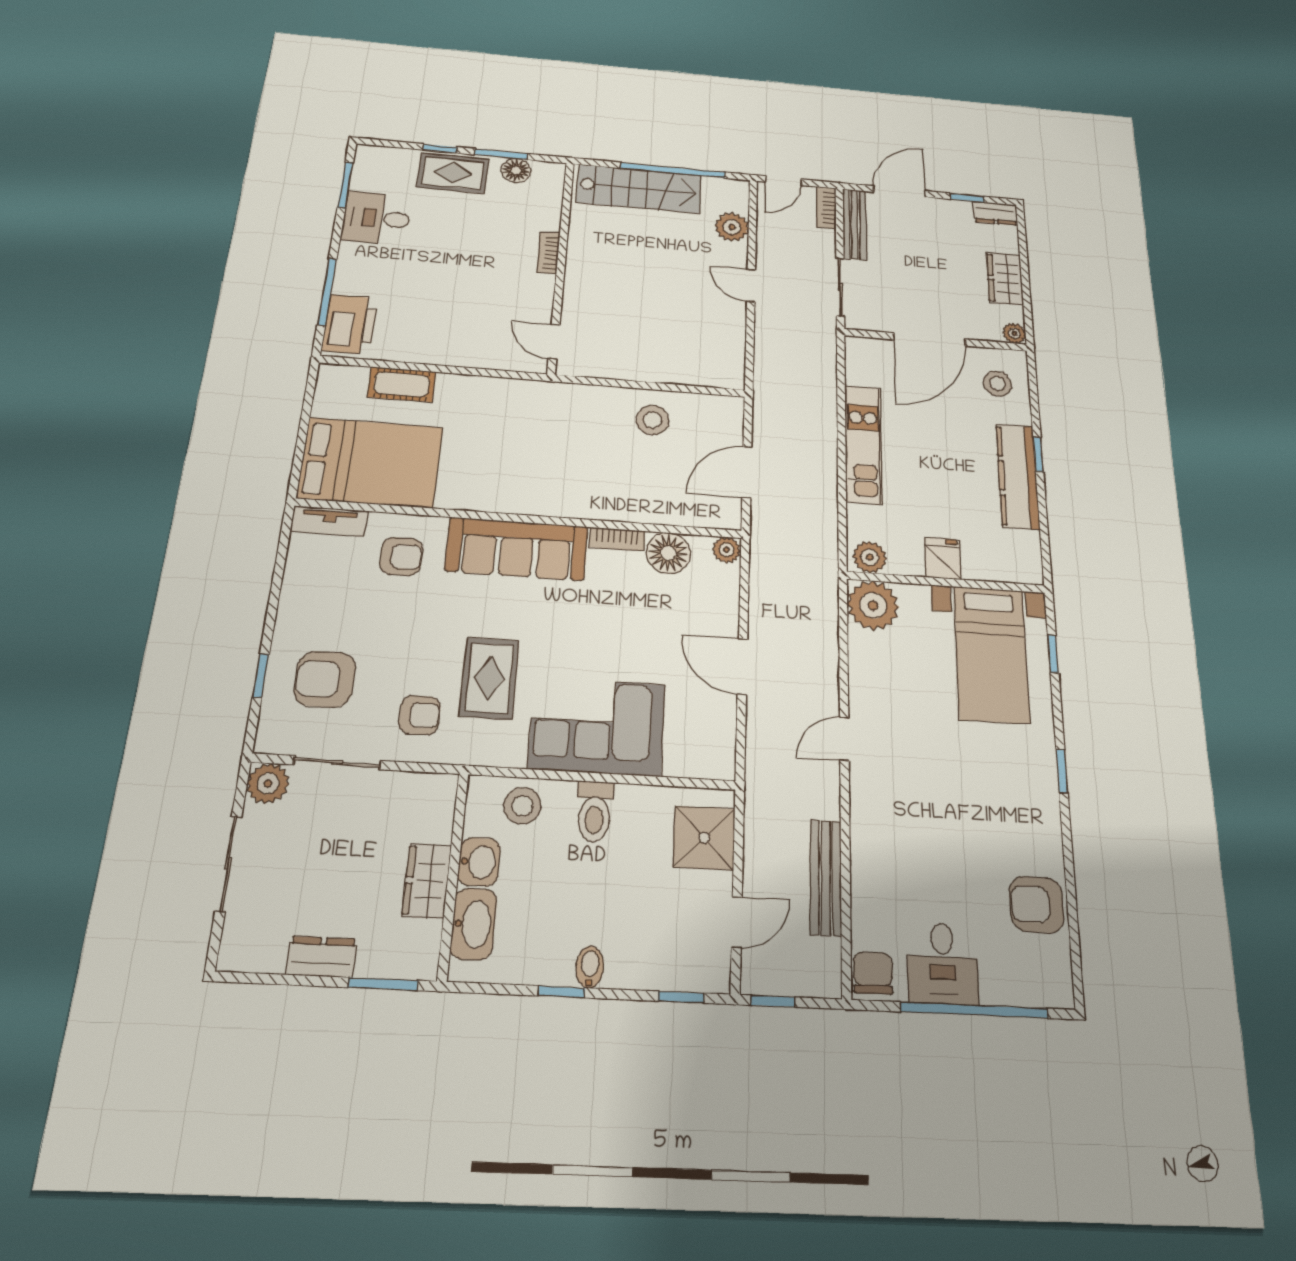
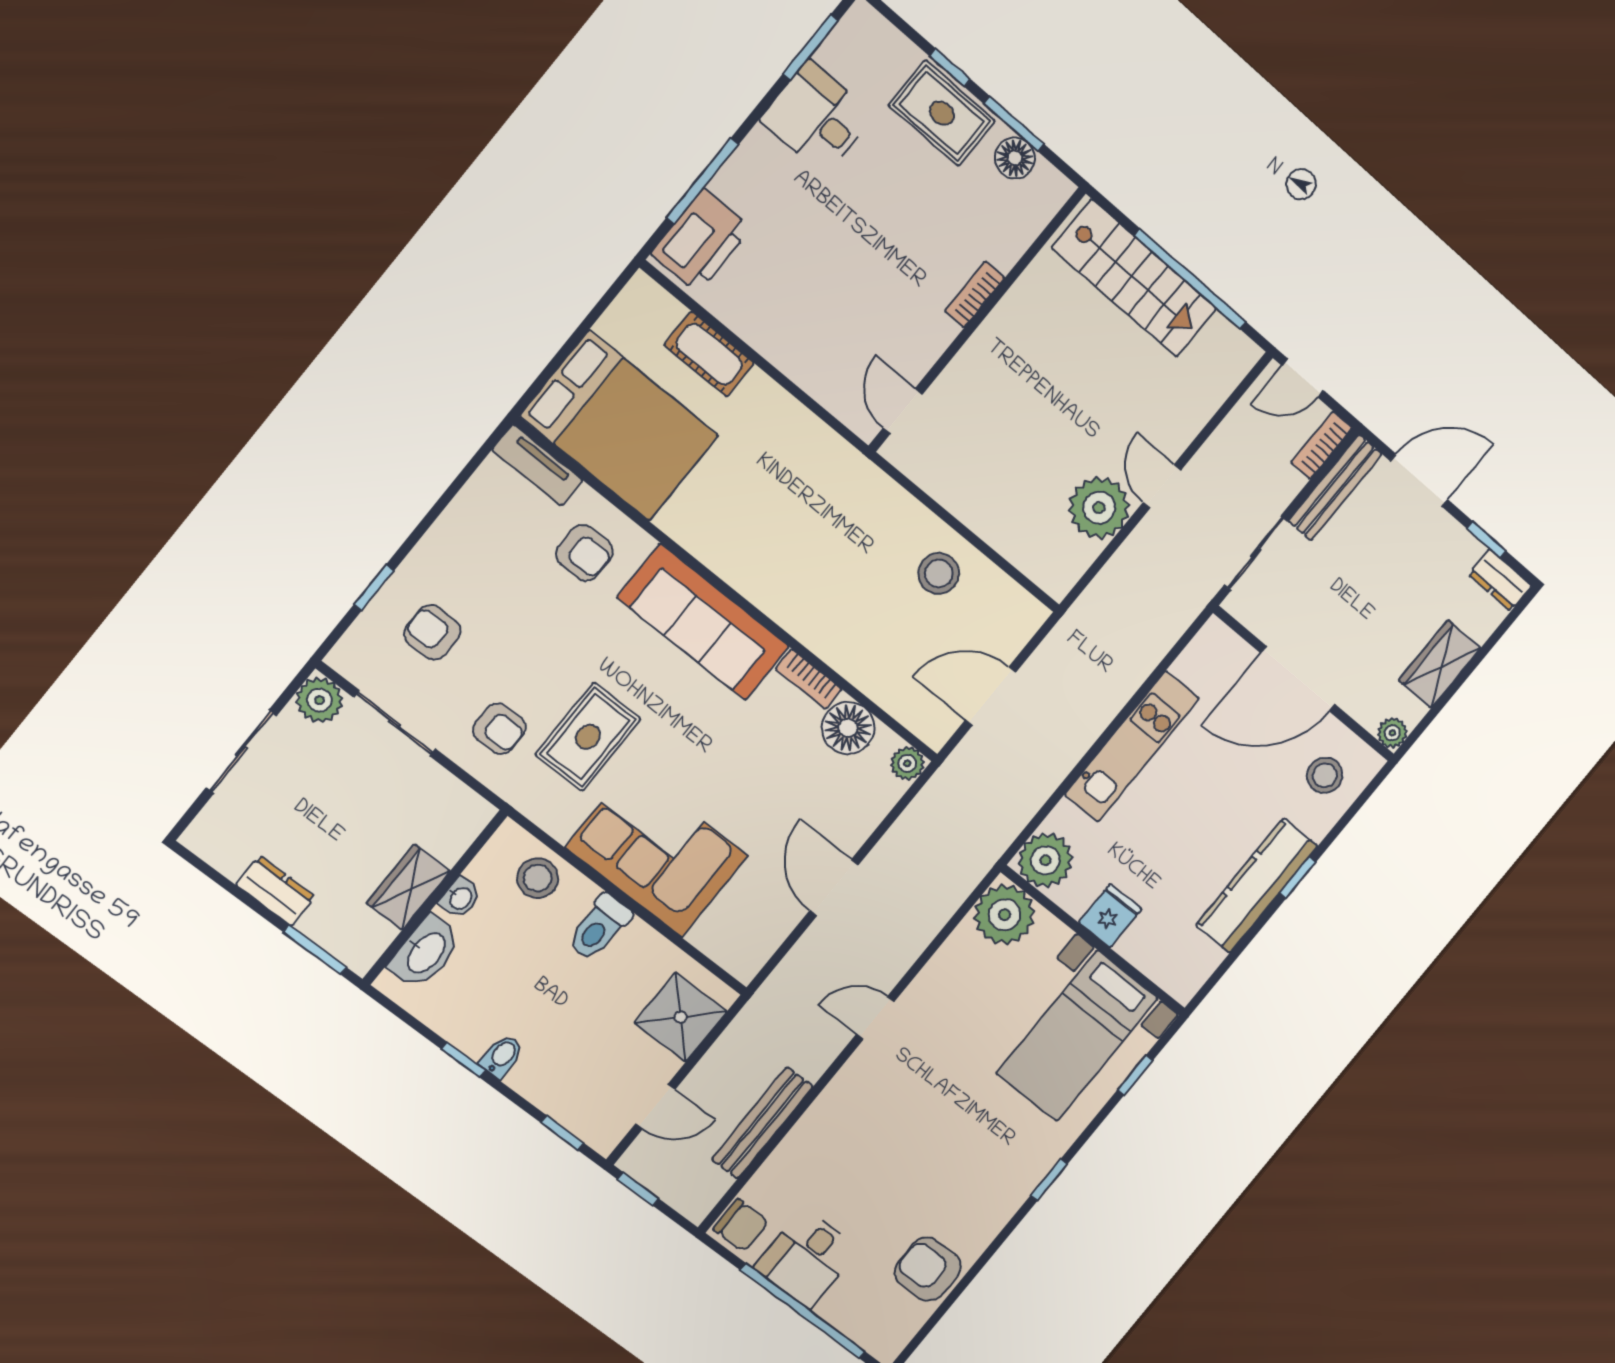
plant: (732, 227) -> (1099, 508), moved, width x1.36, depth x1.36
plant: (870, 557) -> (1045, 860), width x1.36, depth x1.36
armchair: (325, 679) -> (432, 632), width x0.72, depth x0.72
washbasin: (479, 862) -> (460, 898), width x0.72, depth x0.69
chair: (873, 973) -> (741, 1225), turned 90

